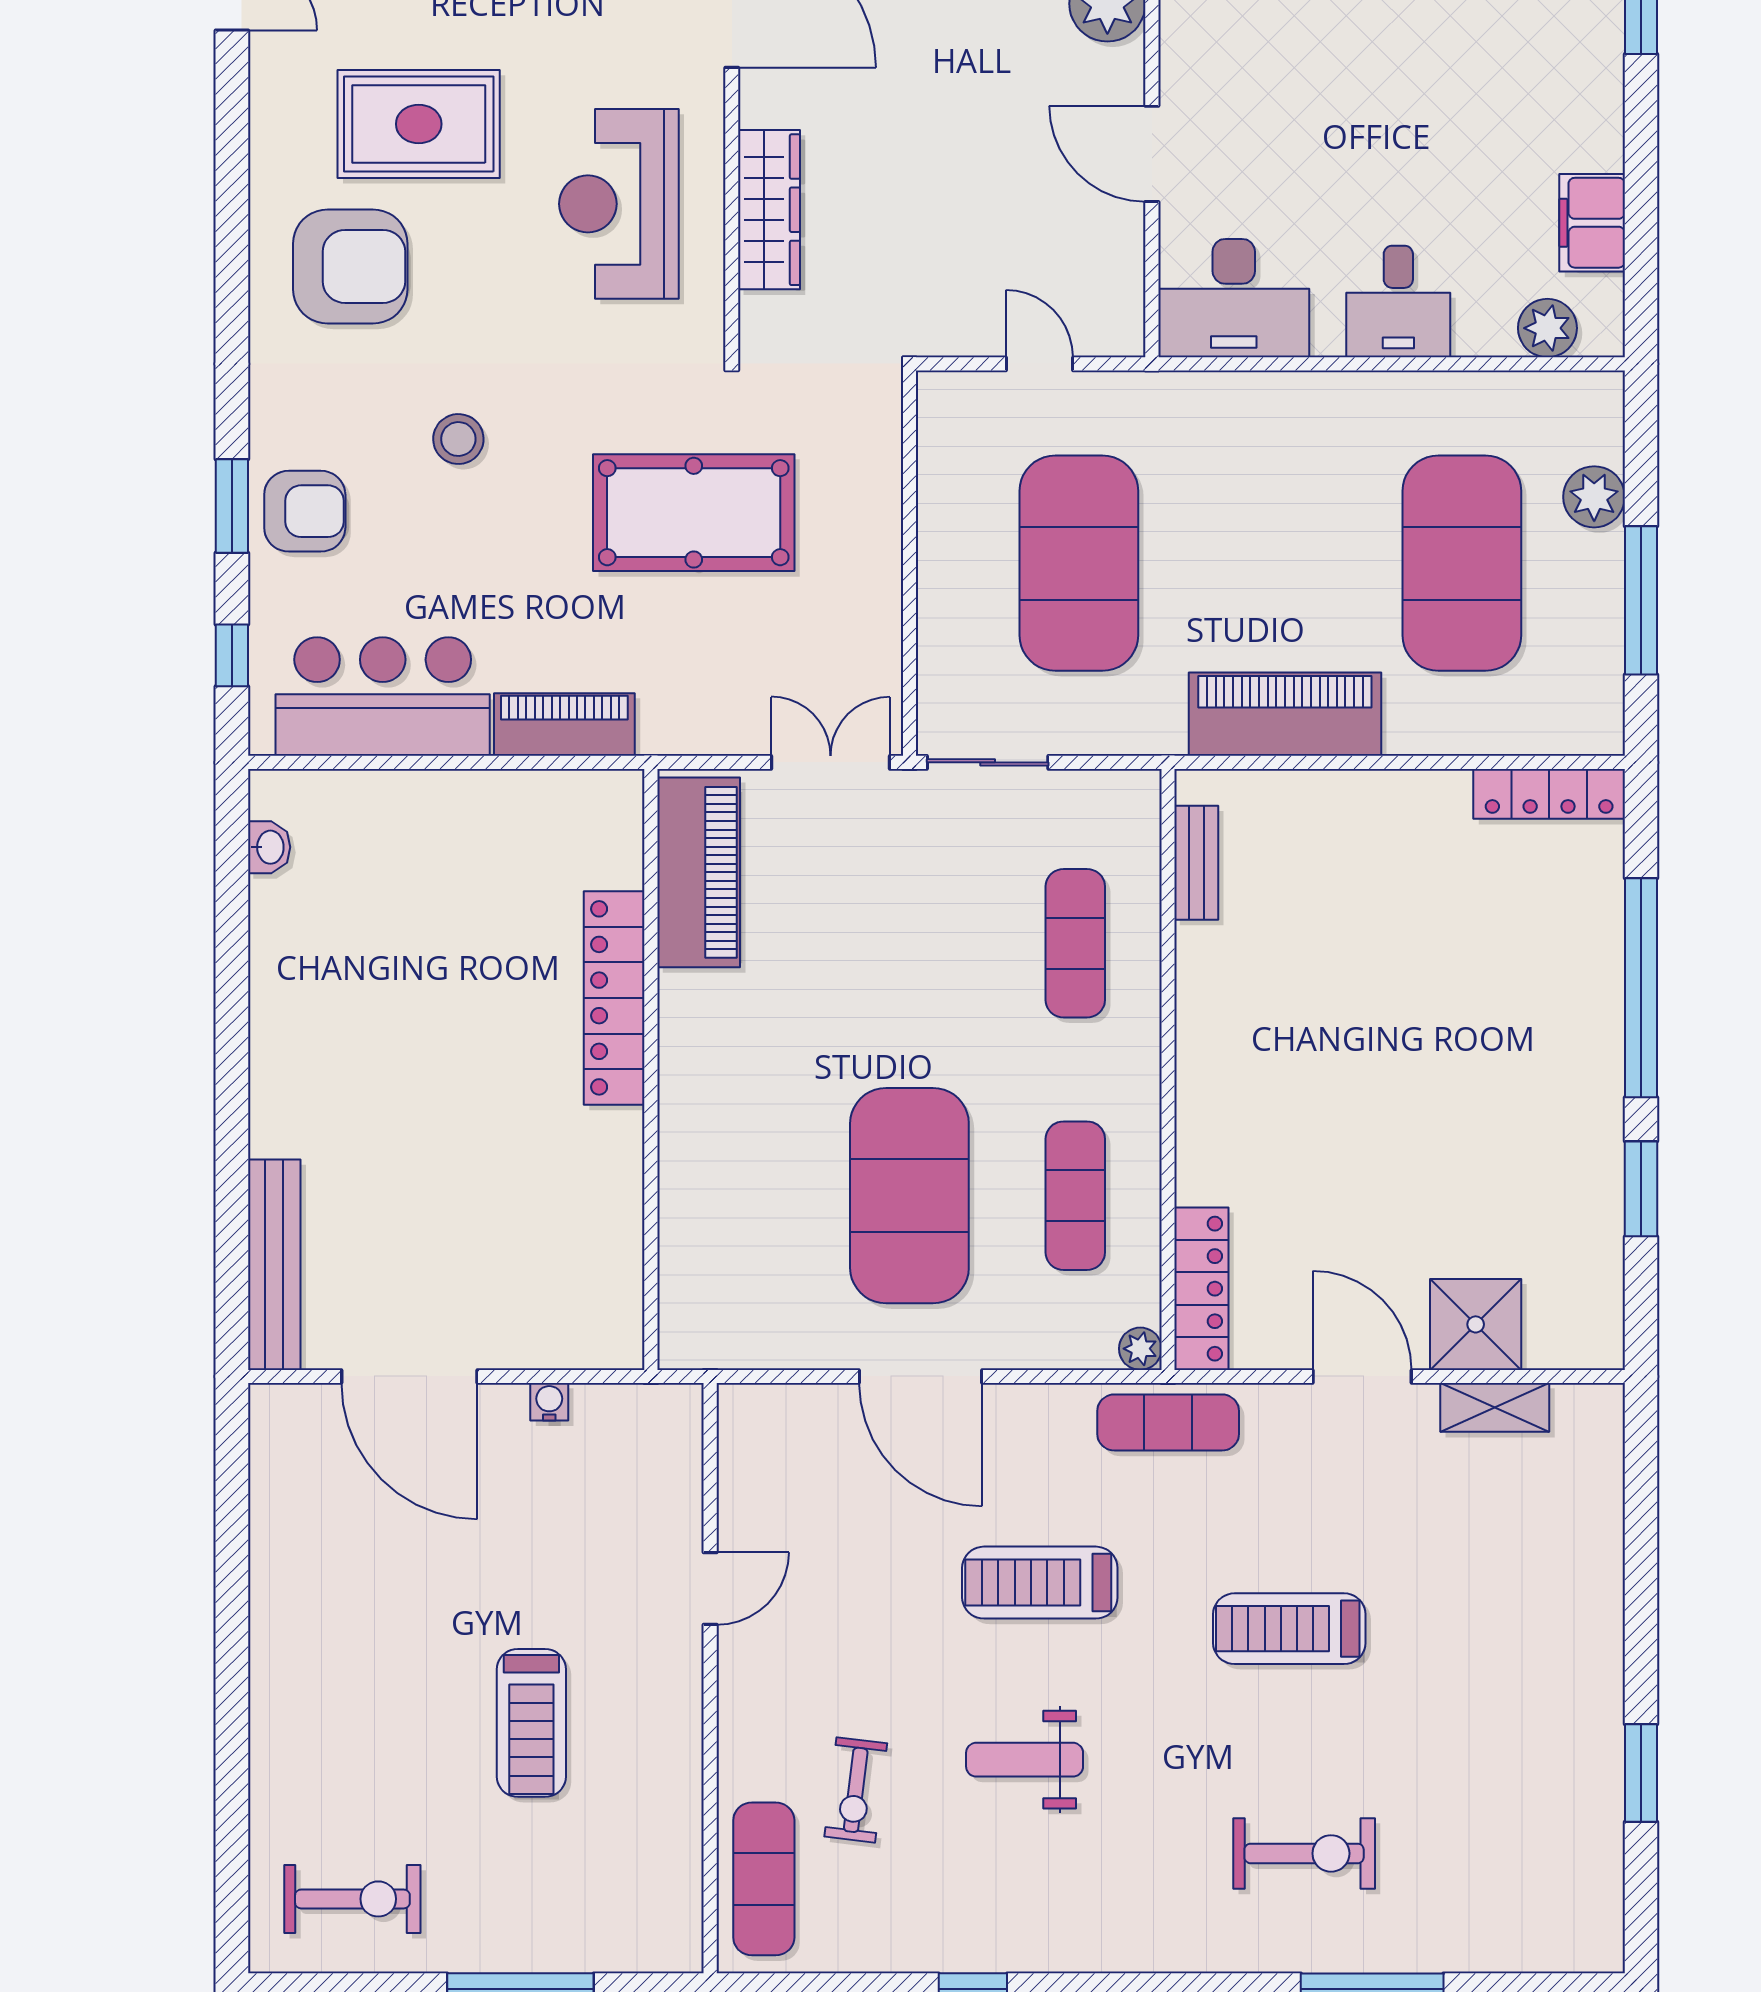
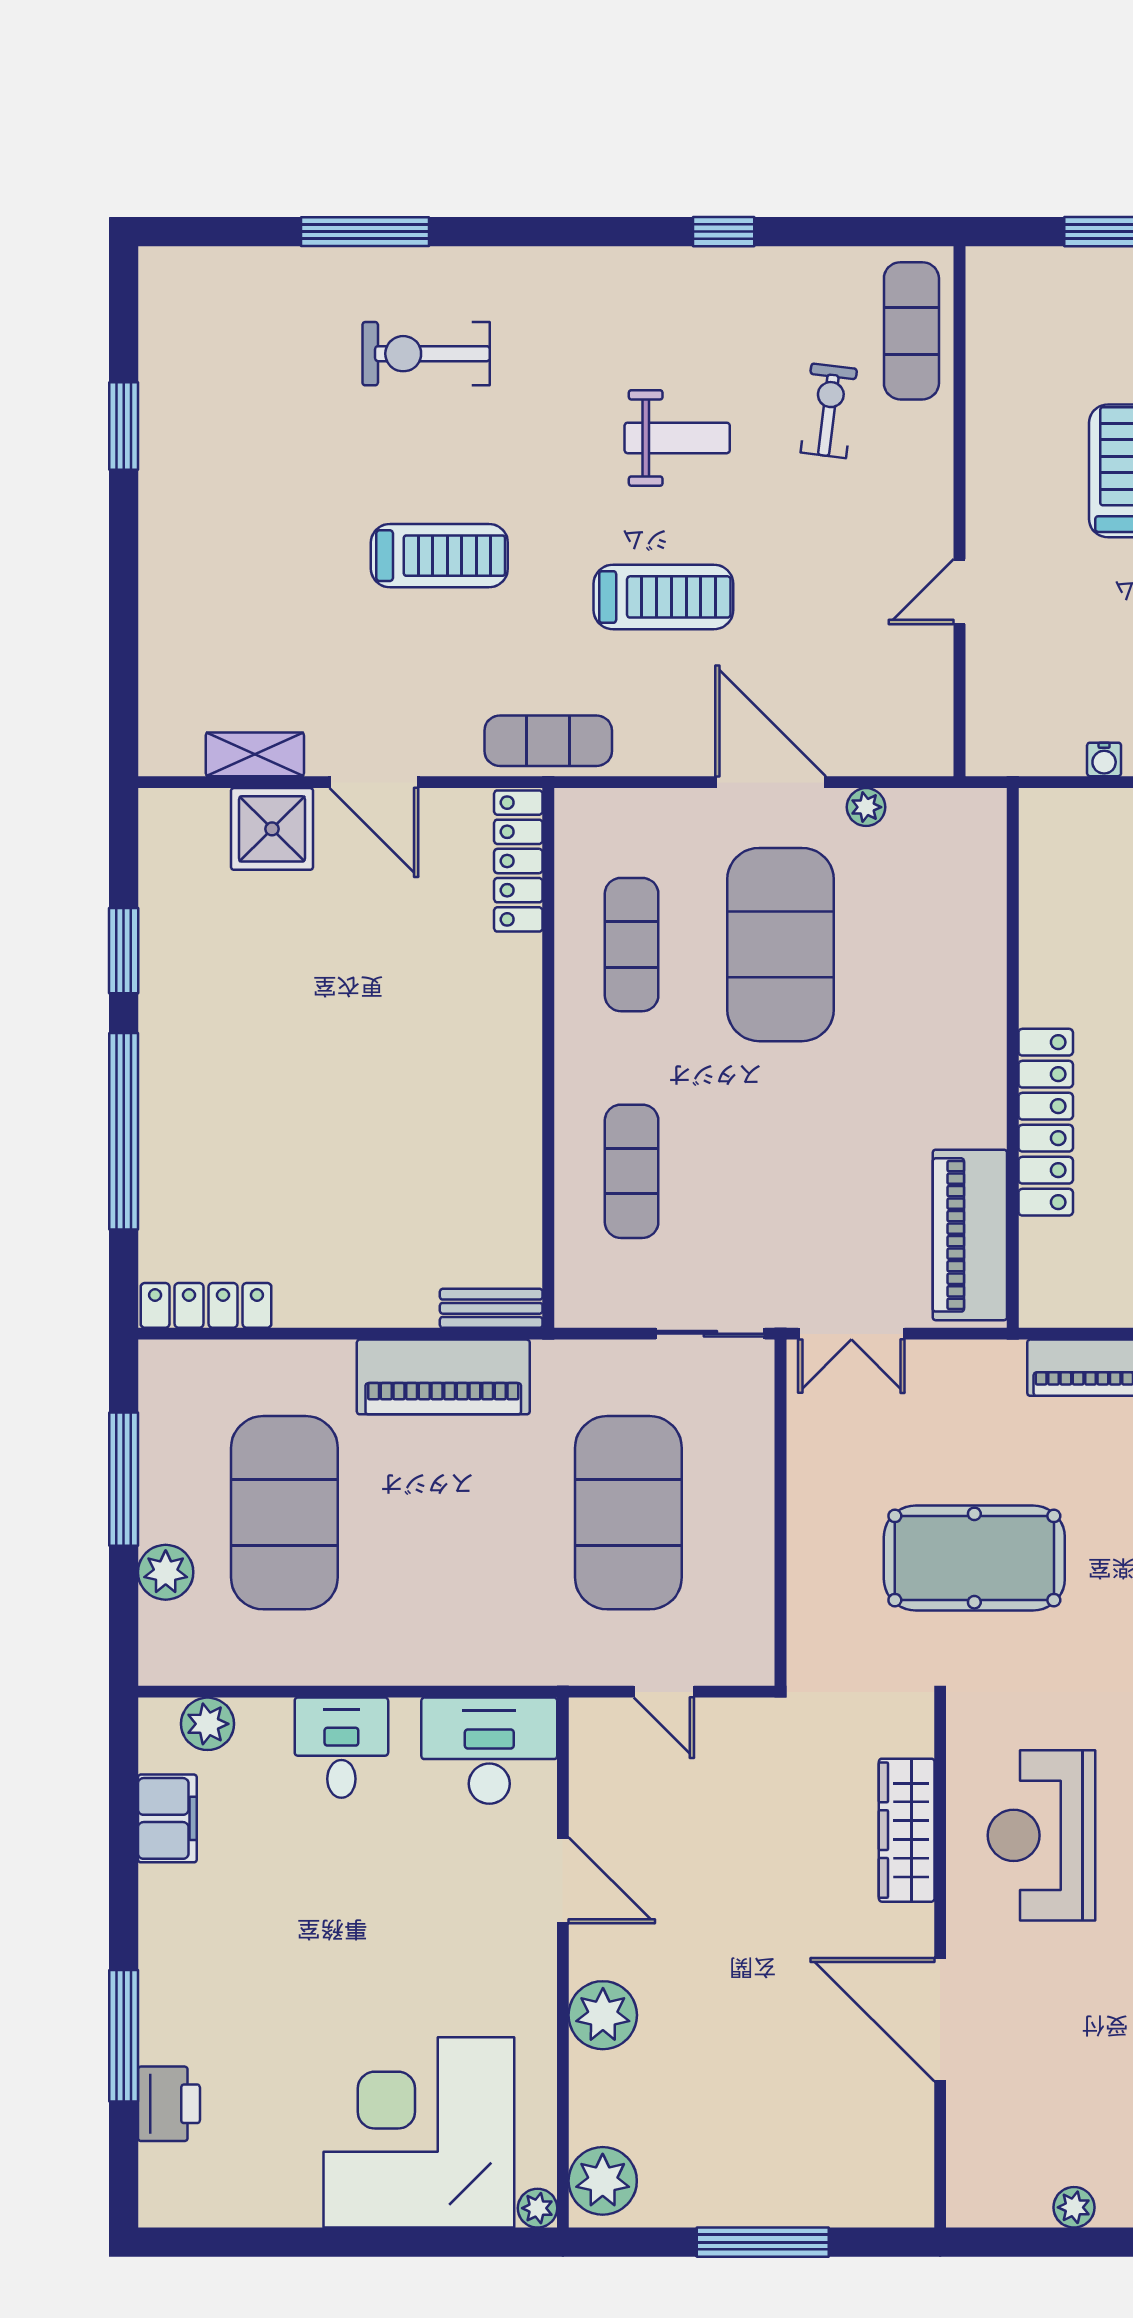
reception desk: (619, 204) -> (1042, 1835), turned 180
bench: (1196, 863) -> (491, 1308), moved, turned 90
plant: (1140, 1349) -> (866, 807), moved

